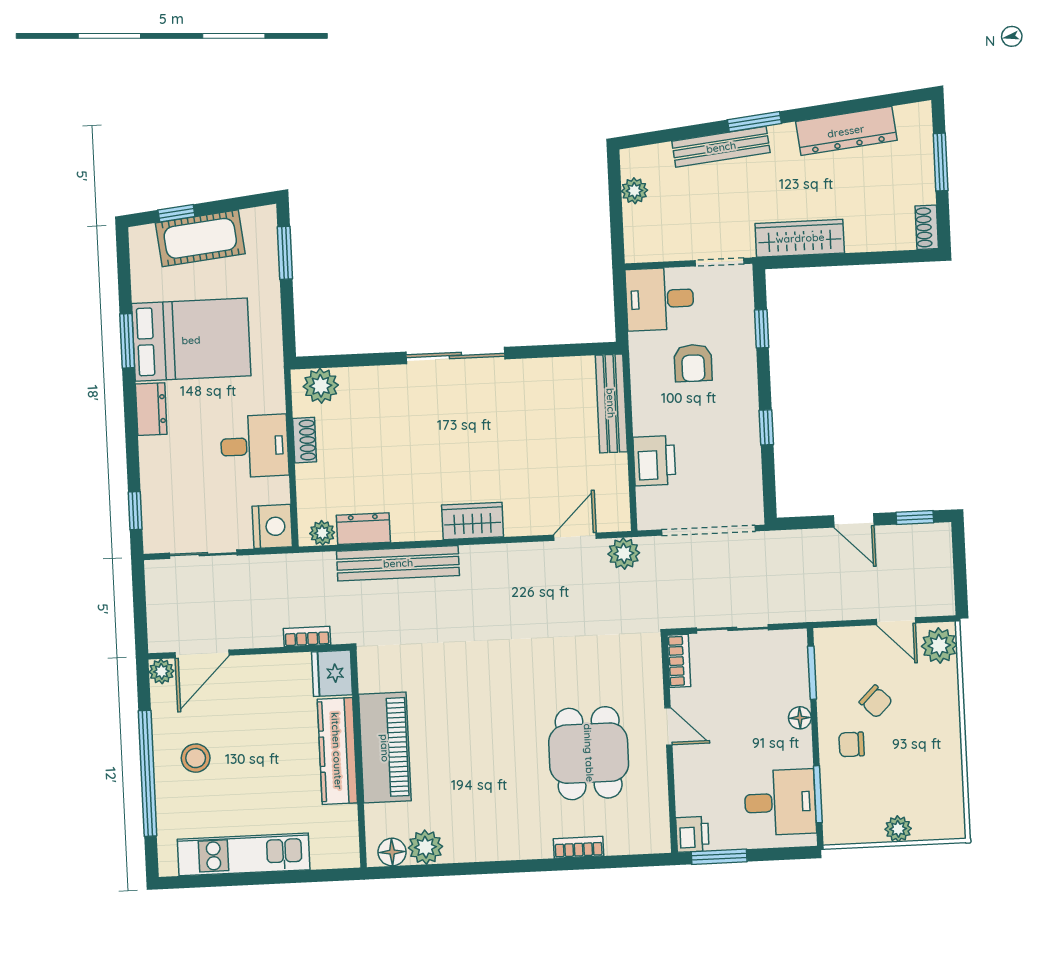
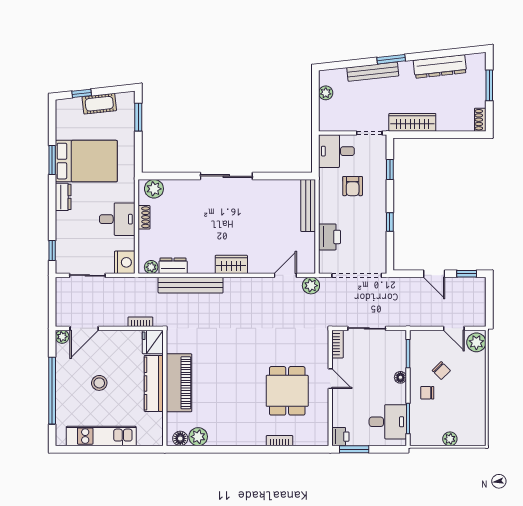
cot: (200, 238) -> (99, 104), width x0.73, depth x0.75
stool: (196, 758) -> (99, 383), moved

